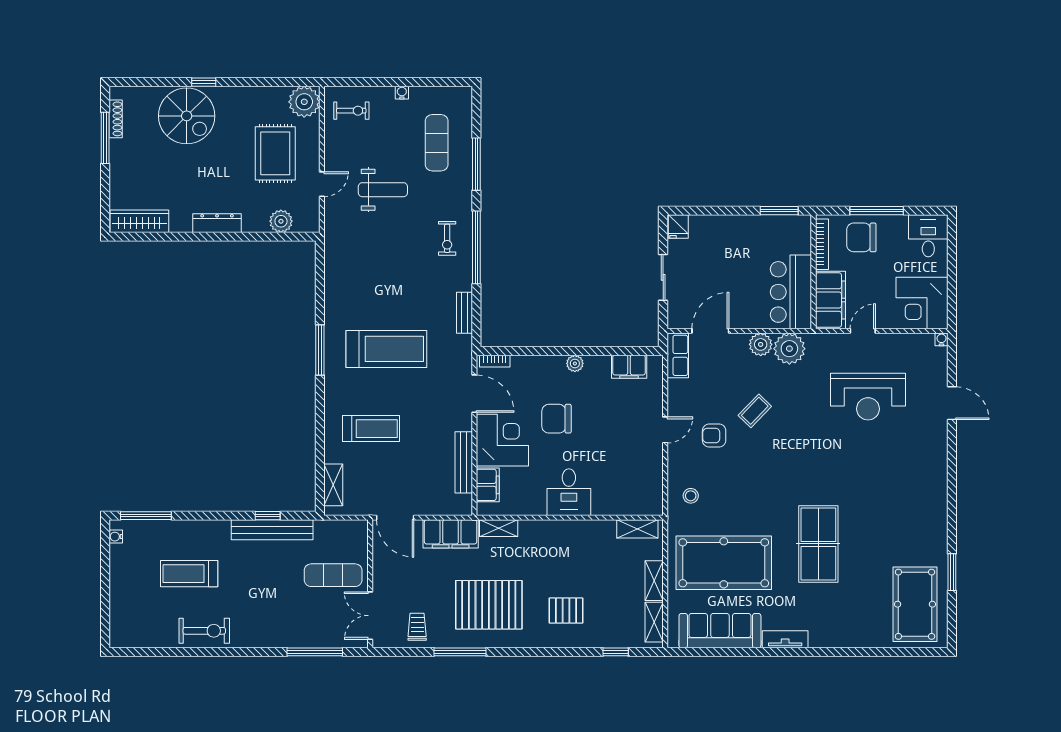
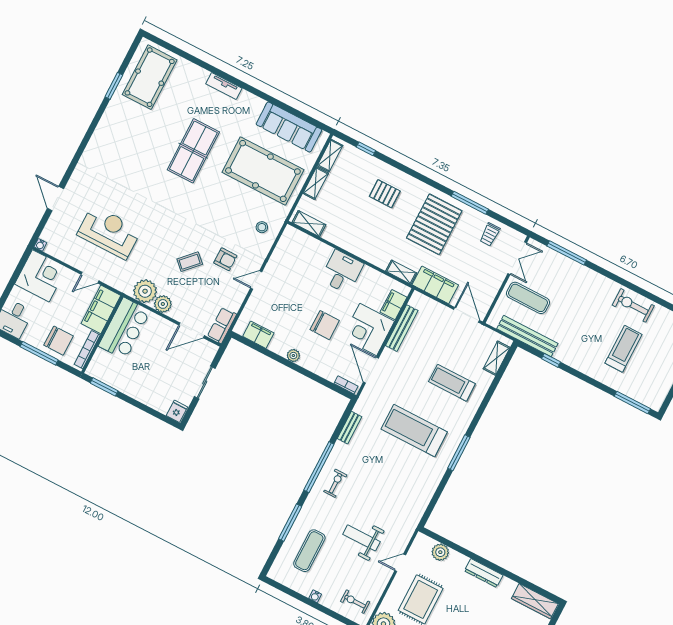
bench: (272, 530) -> (527, 336), moved
water cooler: (116, 537) -> (660, 399), removed
treadmill: (189, 574) -> (623, 349), turned -90
pallet: (489, 605) -> (434, 224), turned 90
tv unit: (785, 639) -> (224, 86), moved

